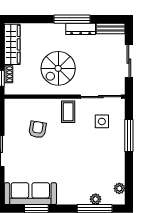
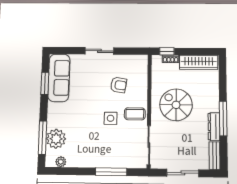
side table: (102, 121) -> (111, 118), moved
plant: (96, 199) -> (56, 139), width x1.88, depth x1.88

